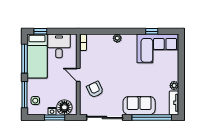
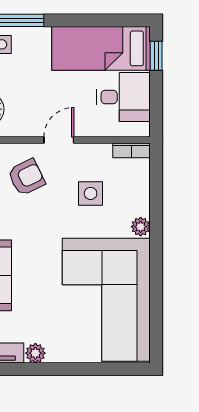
window: (152, 31) -> (156, 304), removed
corner sofa: (157, 48) -> (106, 300), width x1.36, depth x1.36
window: (24, 59) -> (95, 20), removed
side table: (102, 61) -> (91, 193), added

